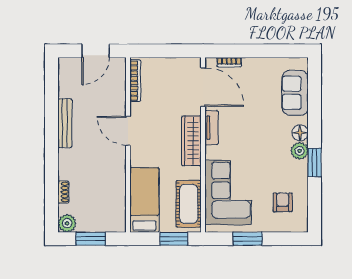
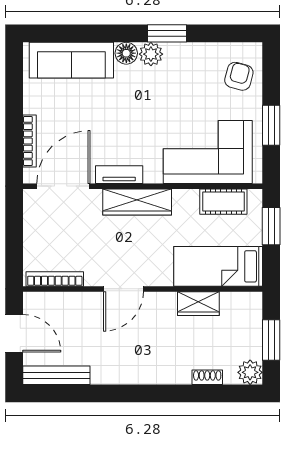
bookcase: (229, 62) -> (29, 141), width x1.56
sofa: (295, 93) -> (71, 60), width x1.36
bench: (65, 123) -> (56, 375), moved
wardrobe: (117, 186) -> (198, 304), added
armchair: (283, 202) -> (239, 76), moved, turned 105
cot: (189, 204) -> (223, 202), width x0.73, depth x0.75

